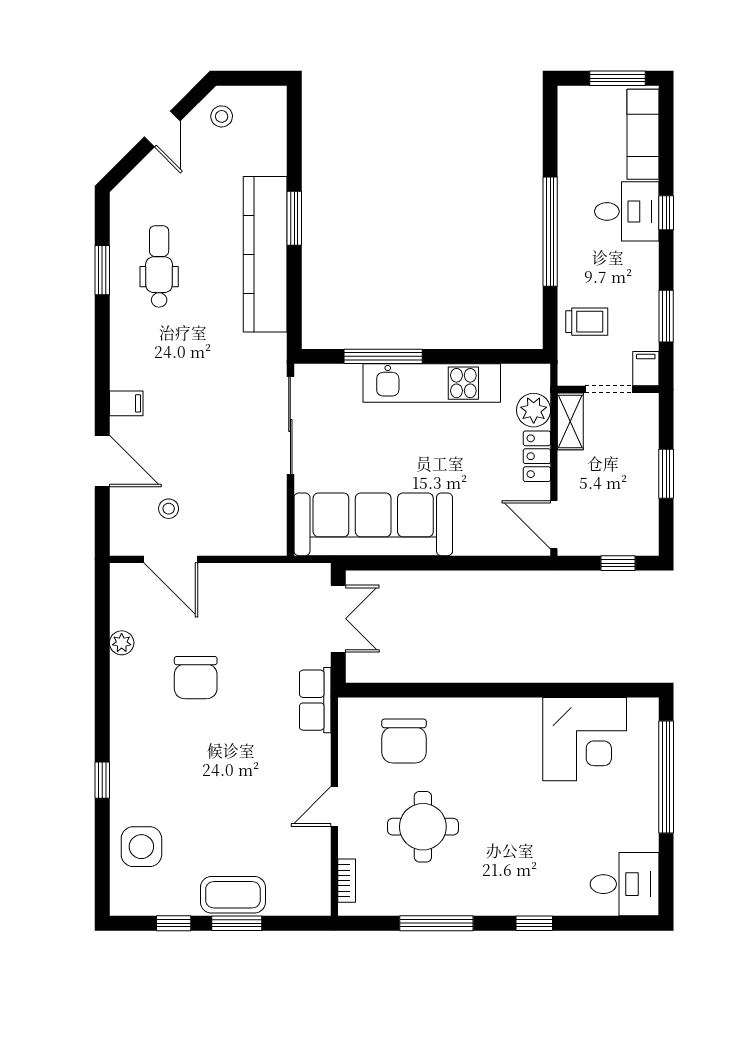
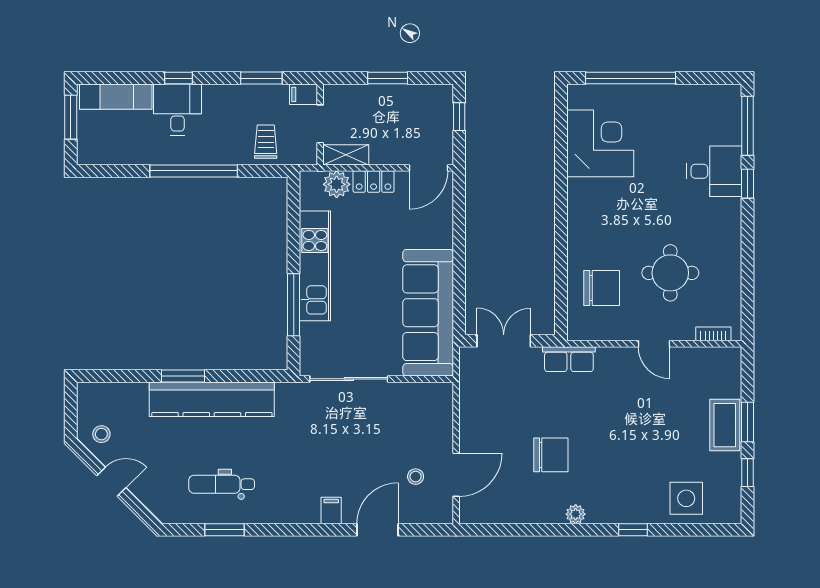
plant: (122, 643) -> (576, 514), moved
desk: (625, 884) -> (714, 171), moved, turned 90
window: (436, 923) -> (748, 126), moved

